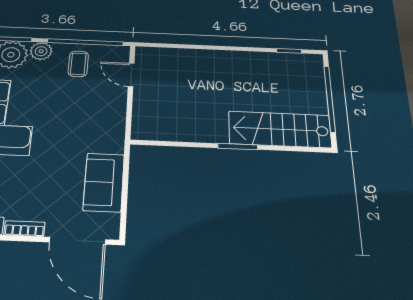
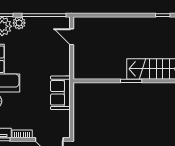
coffee table: (78, 64) -> (41, 31), removed
sofa: (104, 182) -> (60, 93), moved

